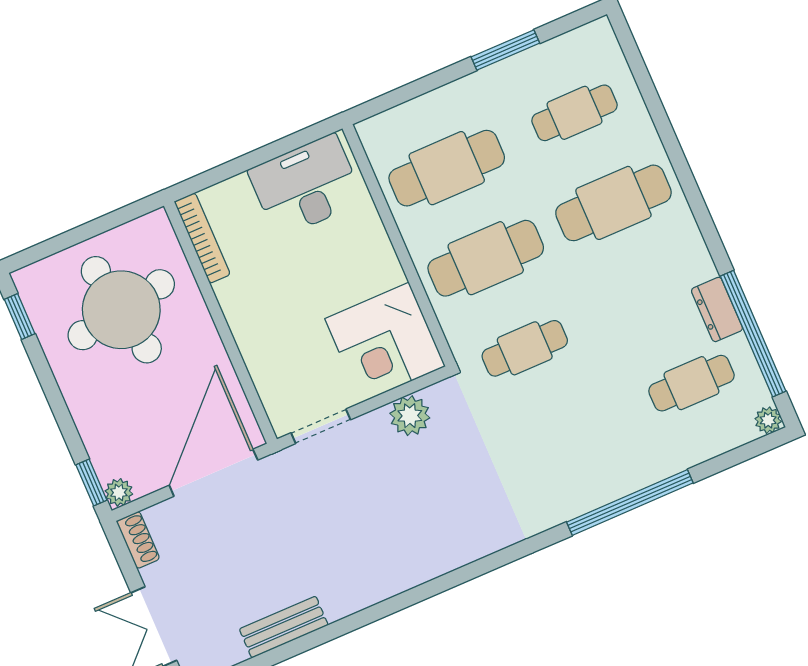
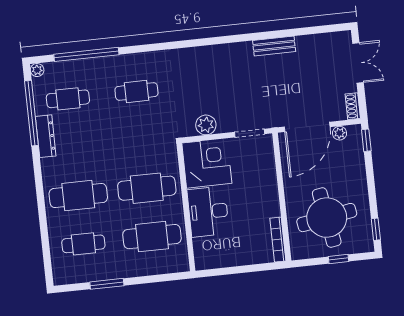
desk: (306, 186) -> (208, 212), moved, turned 90
window: (74, 237) -> (338, 259), added
dresser: (717, 309) -> (46, 136), width x1.44
cafe table: (525, 348) -> (136, 92), moved
plant: (119, 492) -> (340, 133), moved
window: (630, 503) -> (86, 54), moved
bench: (284, 627) -> (274, 46), moved

